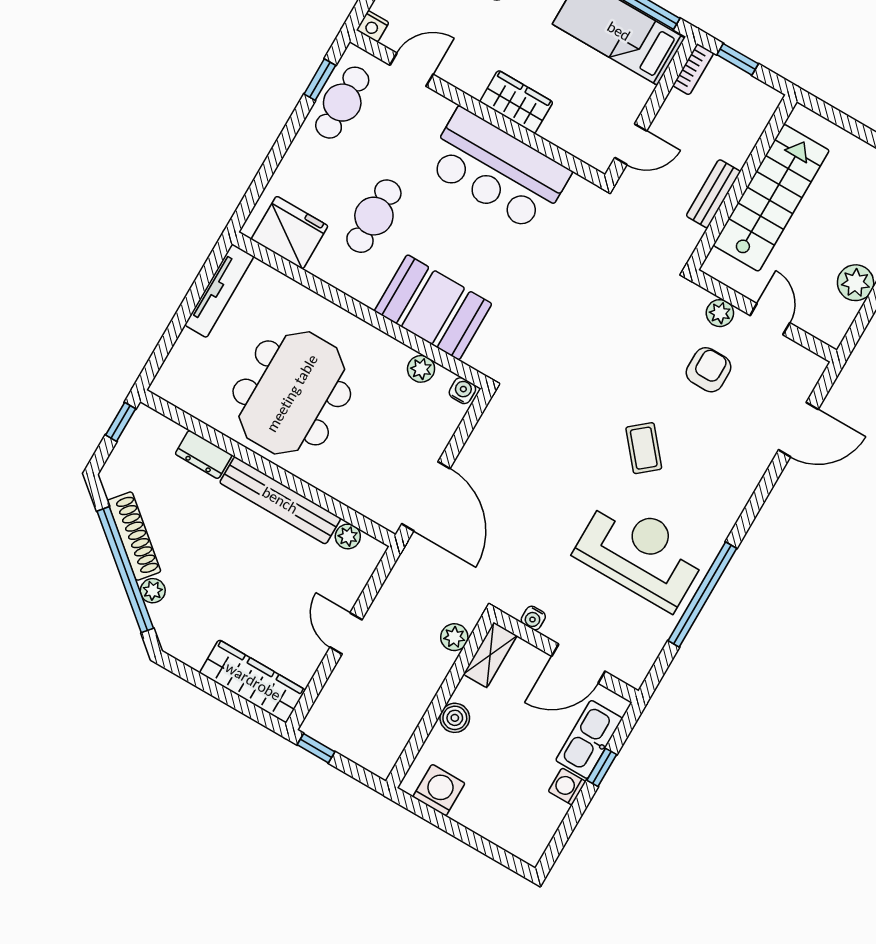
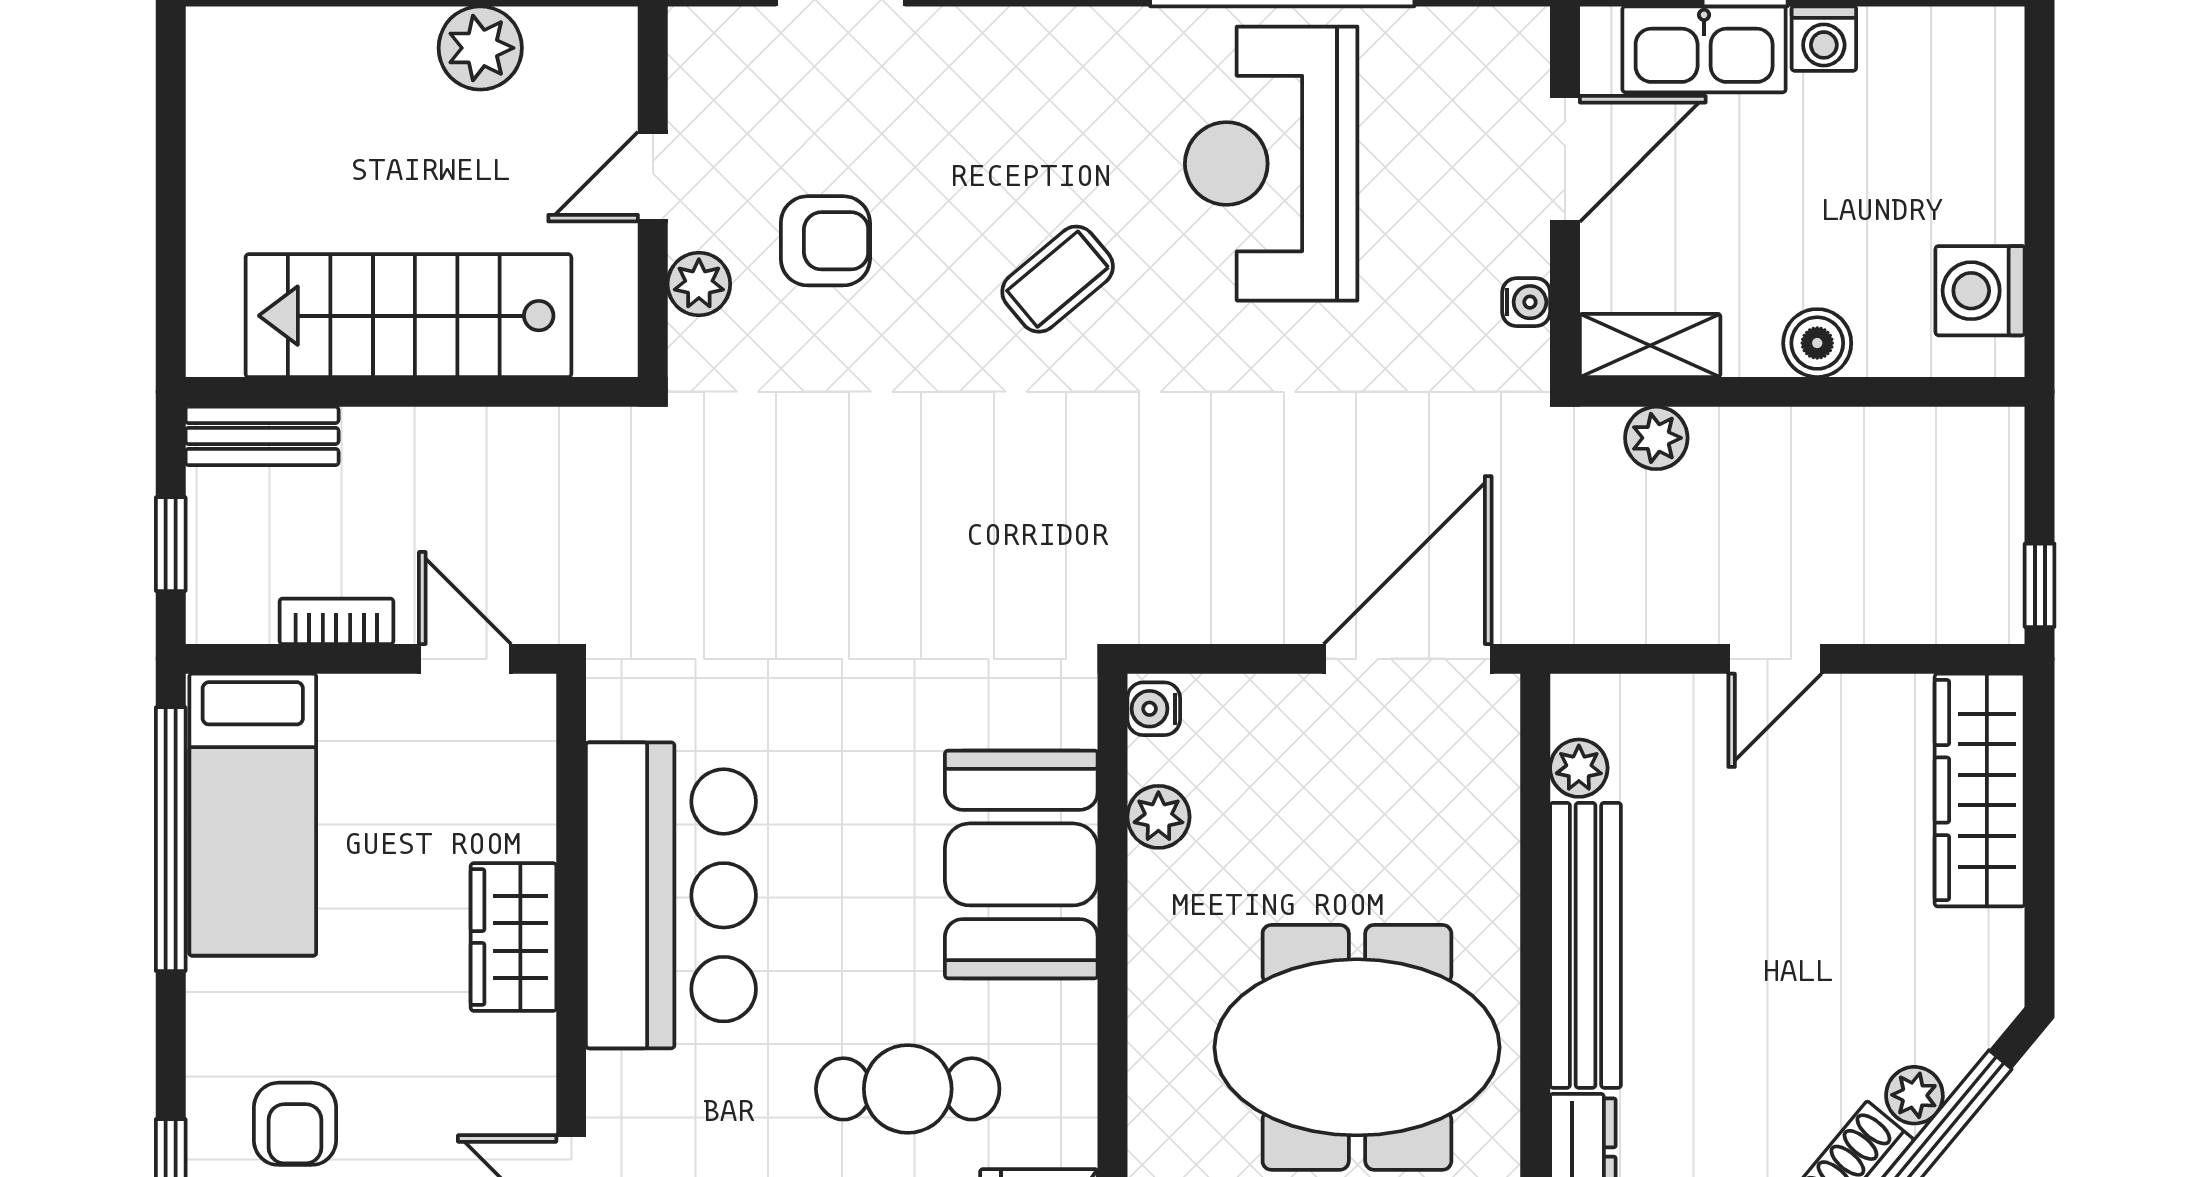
bookcase: (693, 69) -> (336, 621), moved
bench: (713, 194) -> (262, 436), moved
armchair: (709, 370) -> (825, 241), turned 180
door: (578, 664) -> (1565, 159), hinge flipped

